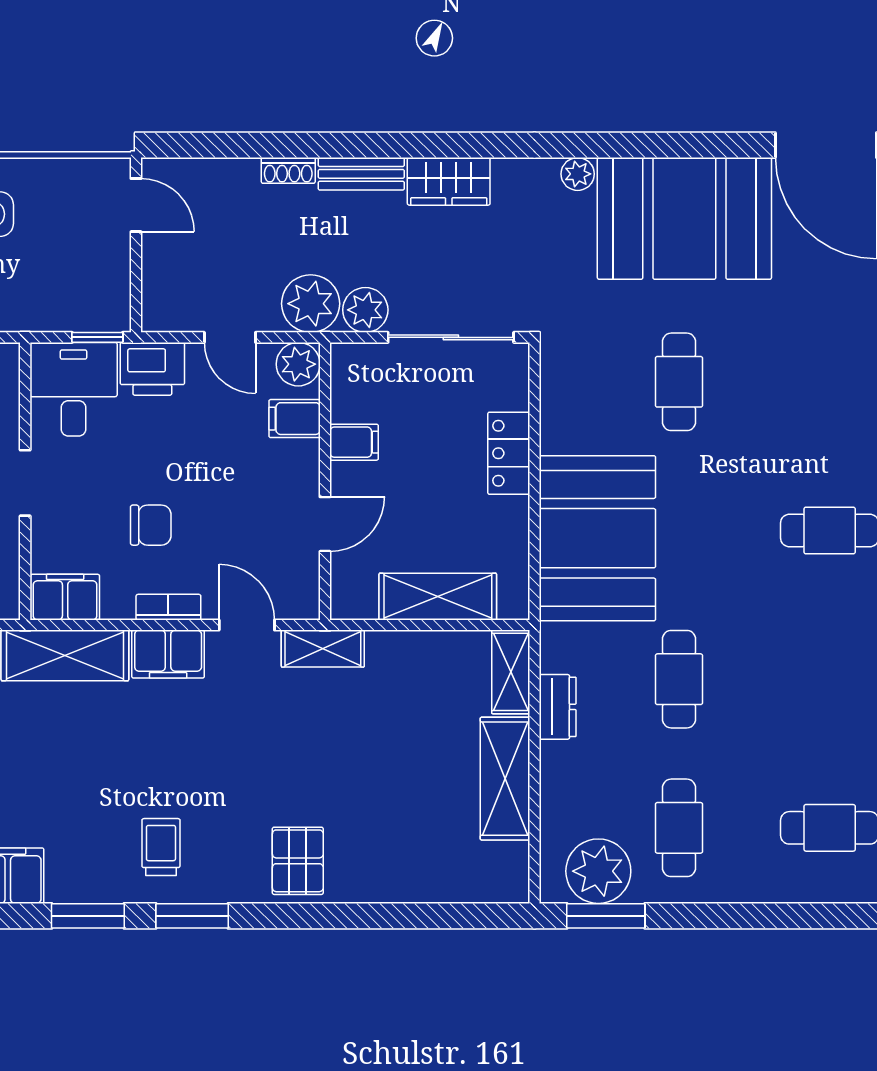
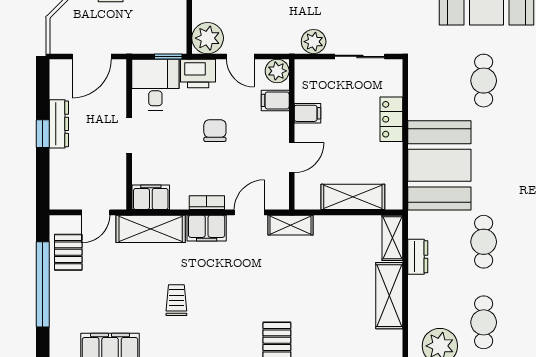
plant: (311, 304) -> (208, 38), moved
sliding door: (451, 337) -> (360, 56), width x0.73
chair: (151, 525) -> (215, 131), moved, turned -90
door: (247, 625) -> (249, 212), hinge flipped
trolley: (161, 847) -> (176, 300), moved

